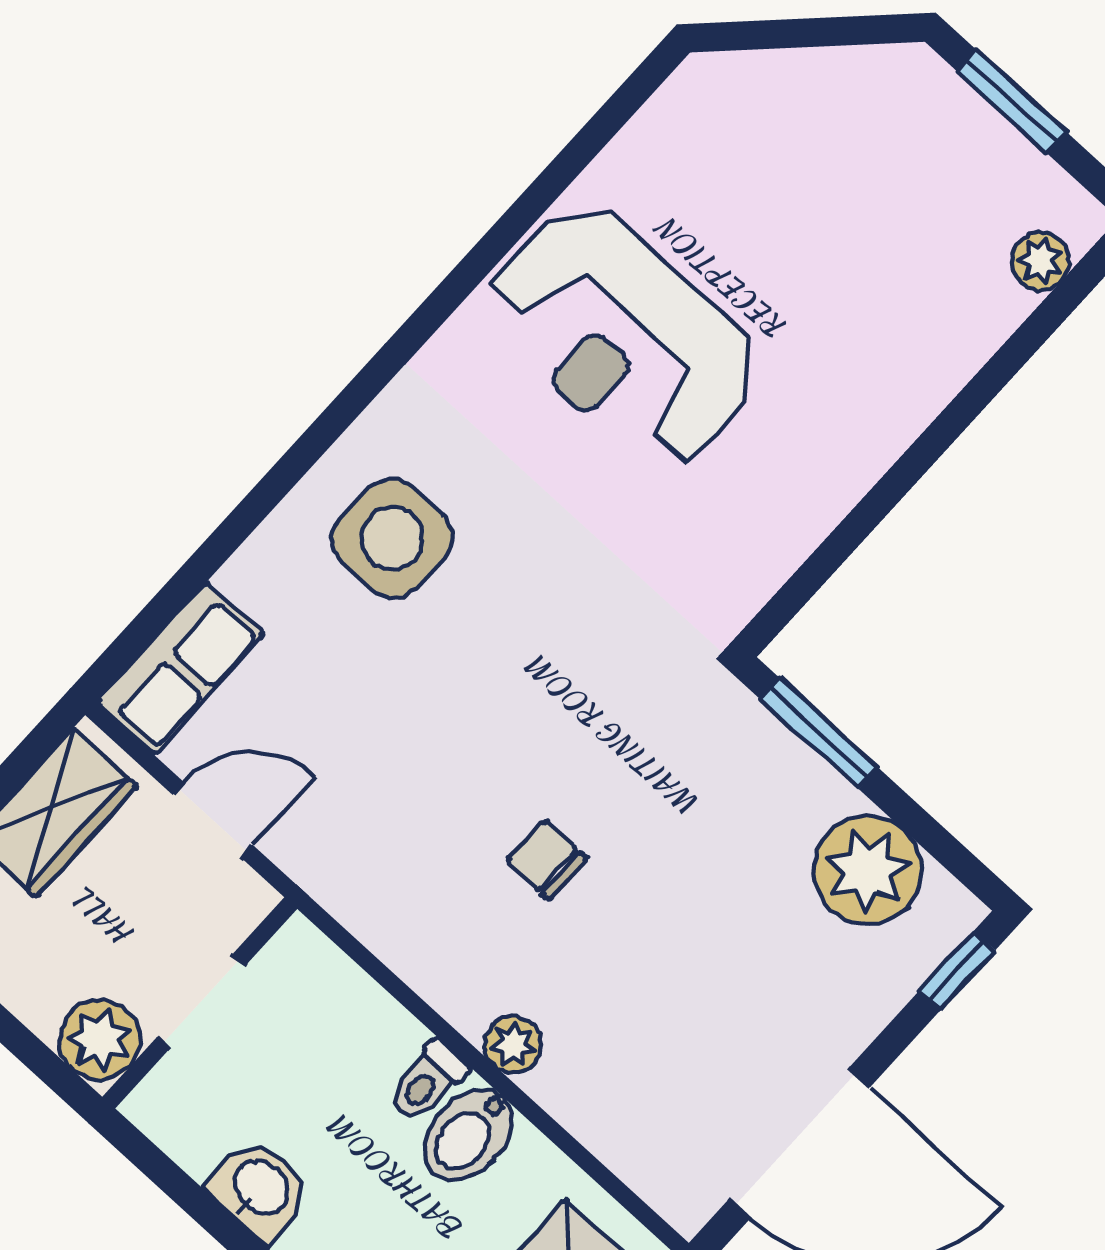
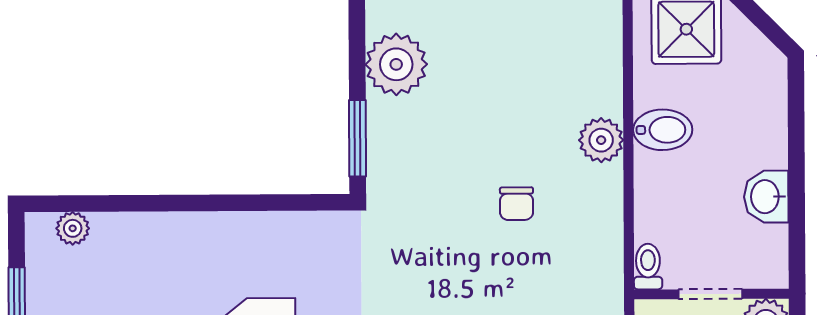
plant: (513, 1044) -> (601, 140), width x1.38, depth x1.38
toilet: (427, 1082) -> (648, 267), moved, turned -90

